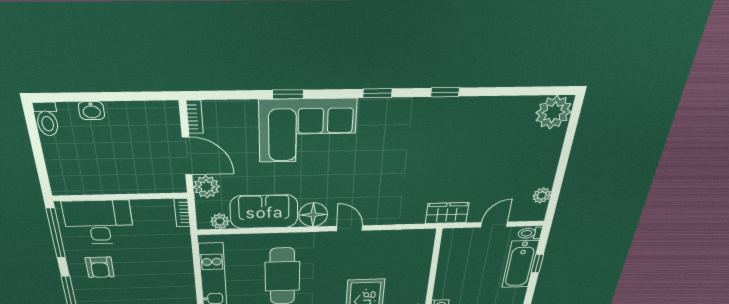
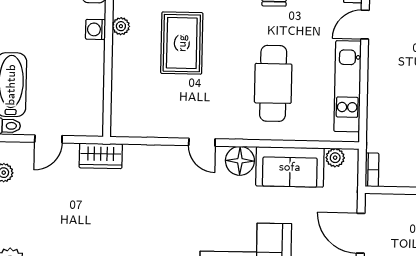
plant: (206, 187) -> (345, 199), removed

